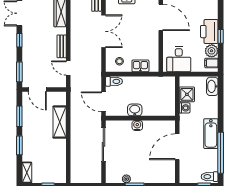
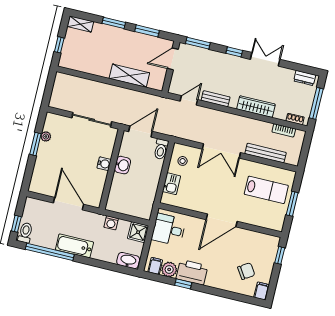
shower: (187, 94) -> (138, 232), moved

